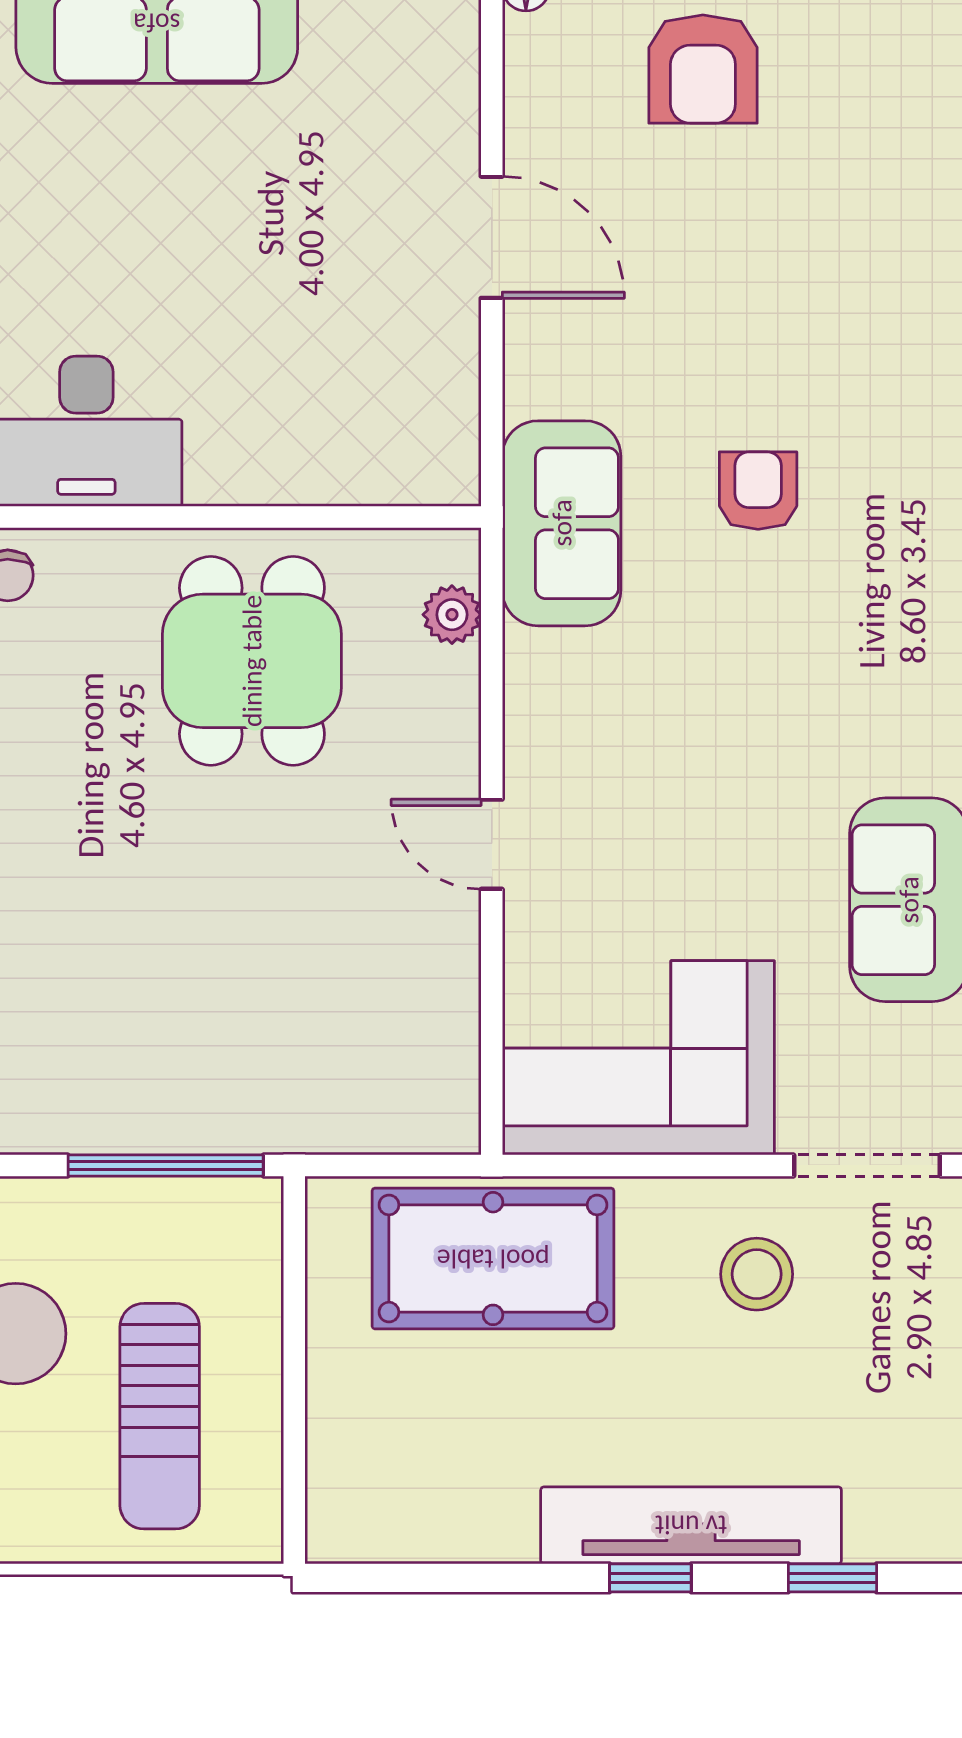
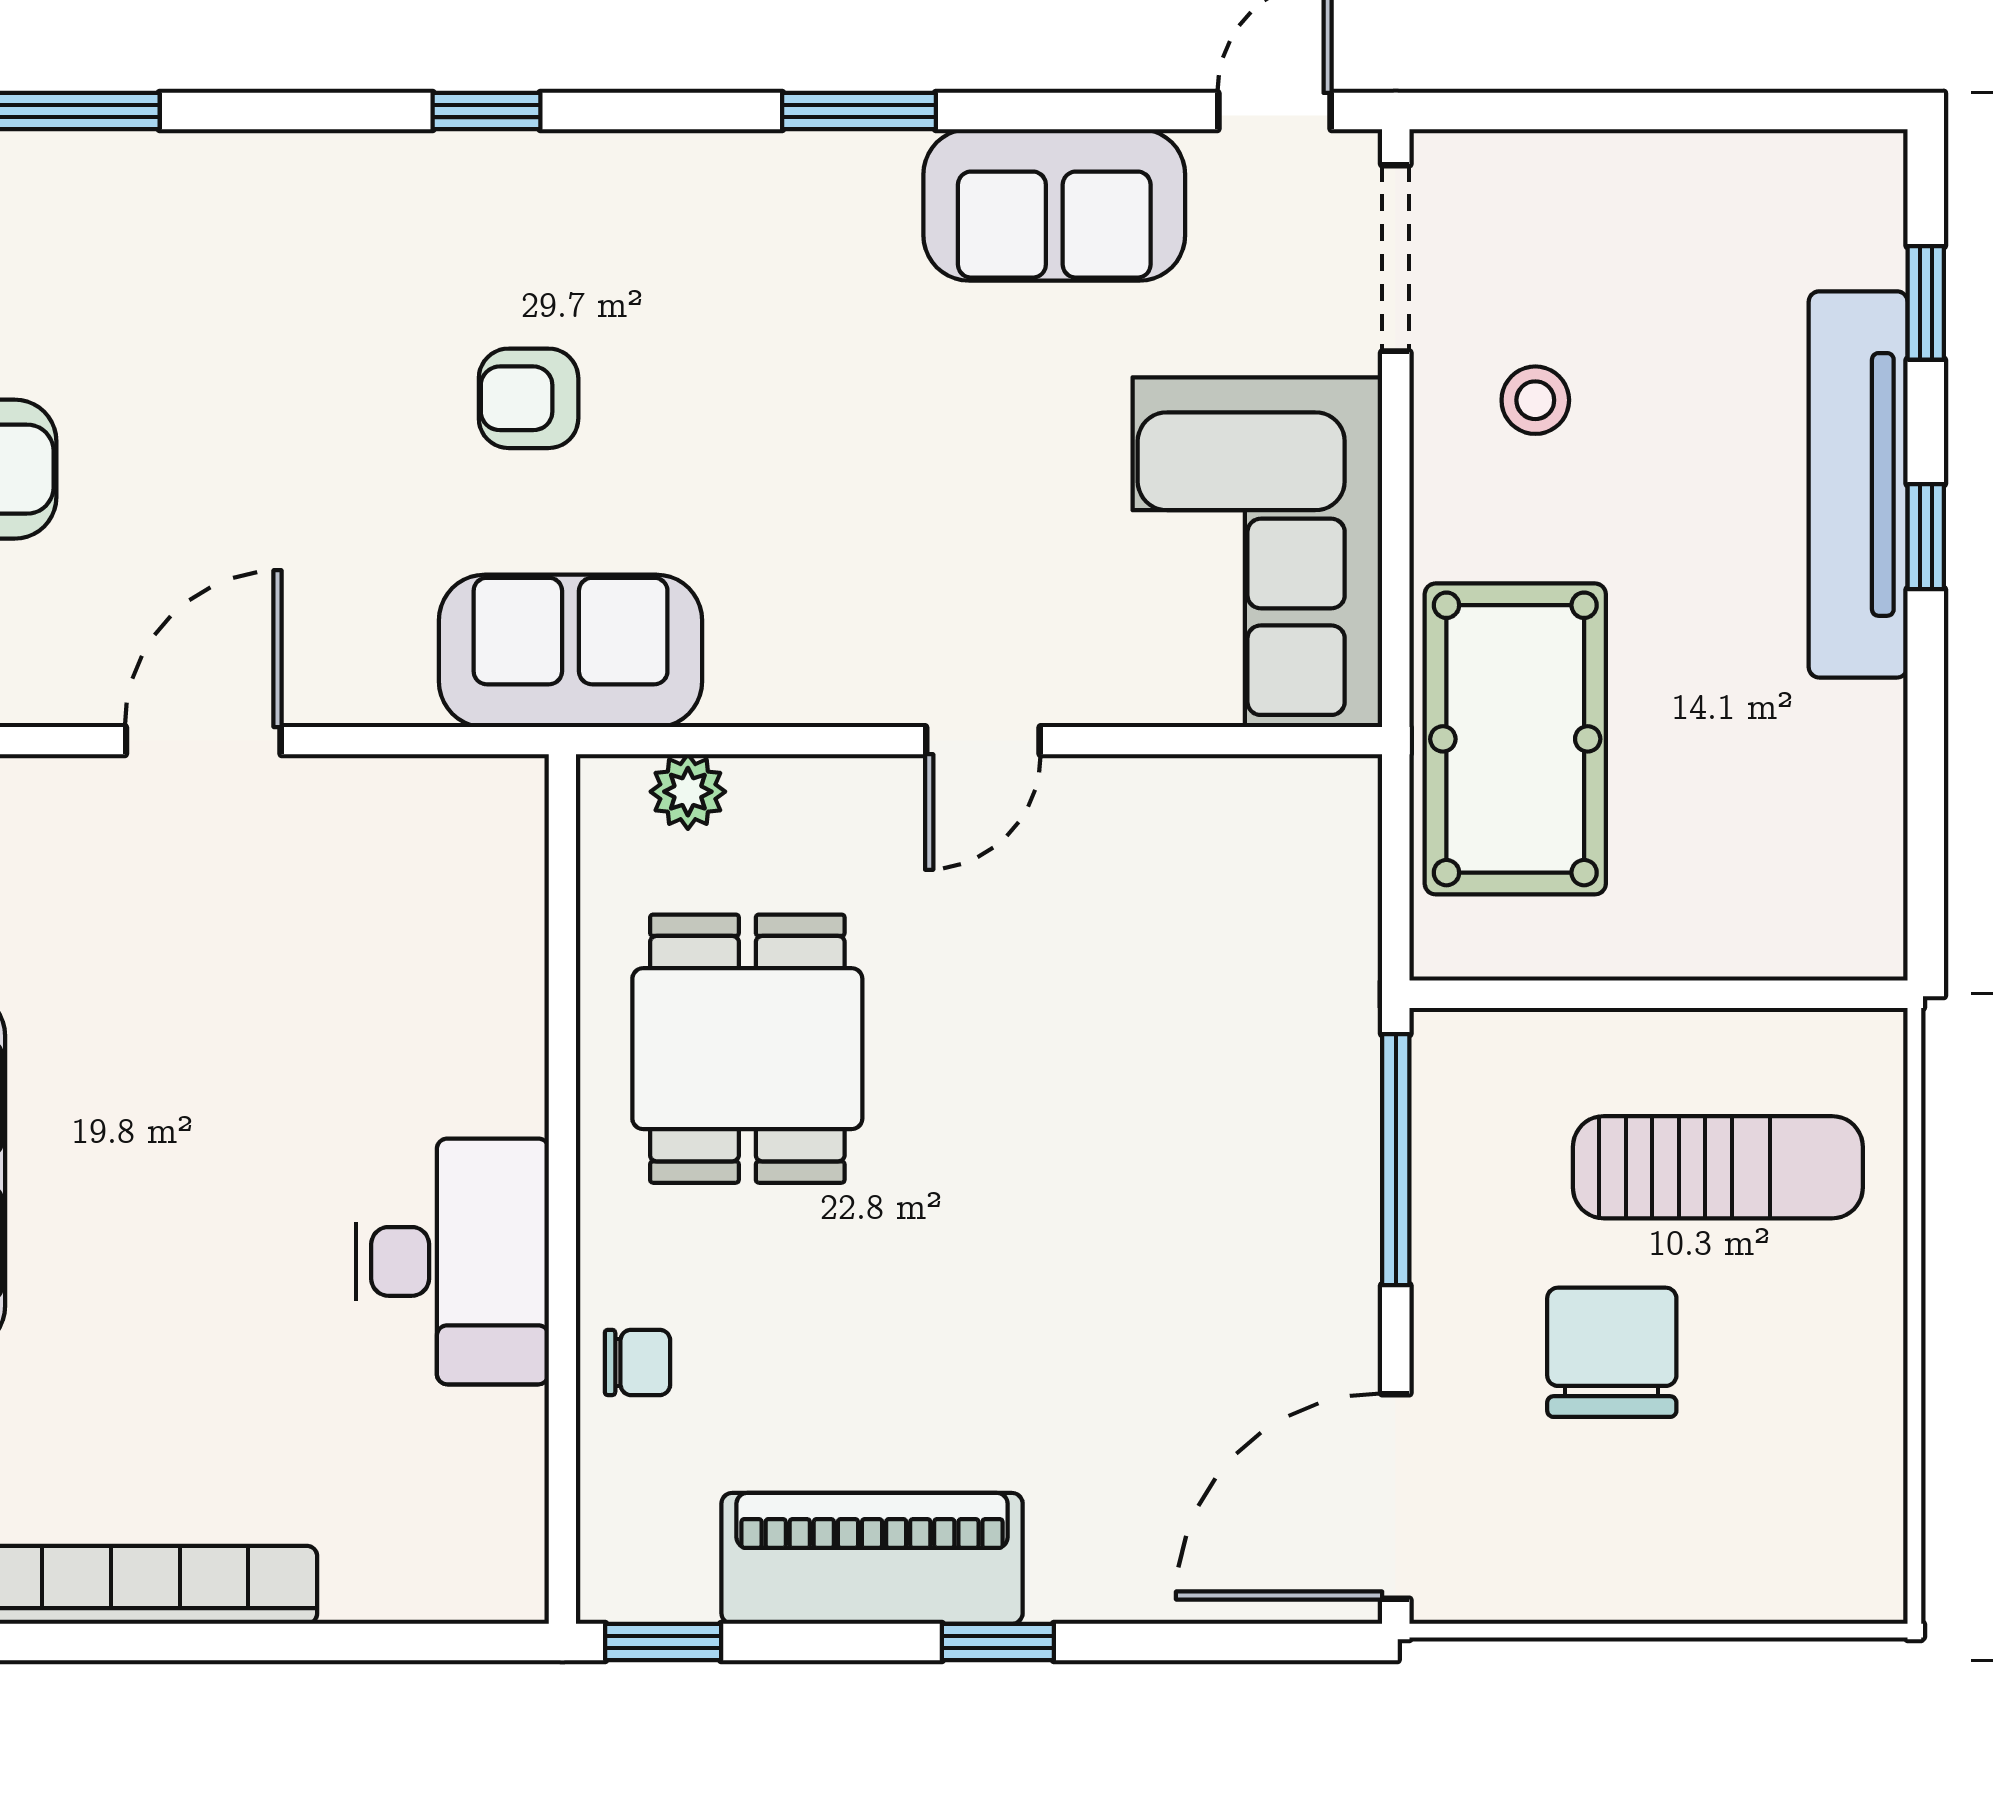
dining table: (252, 661) -> (747, 1049), turned 90
stool: (757, 1274) -> (1535, 400), width x0.73, depth x0.73

